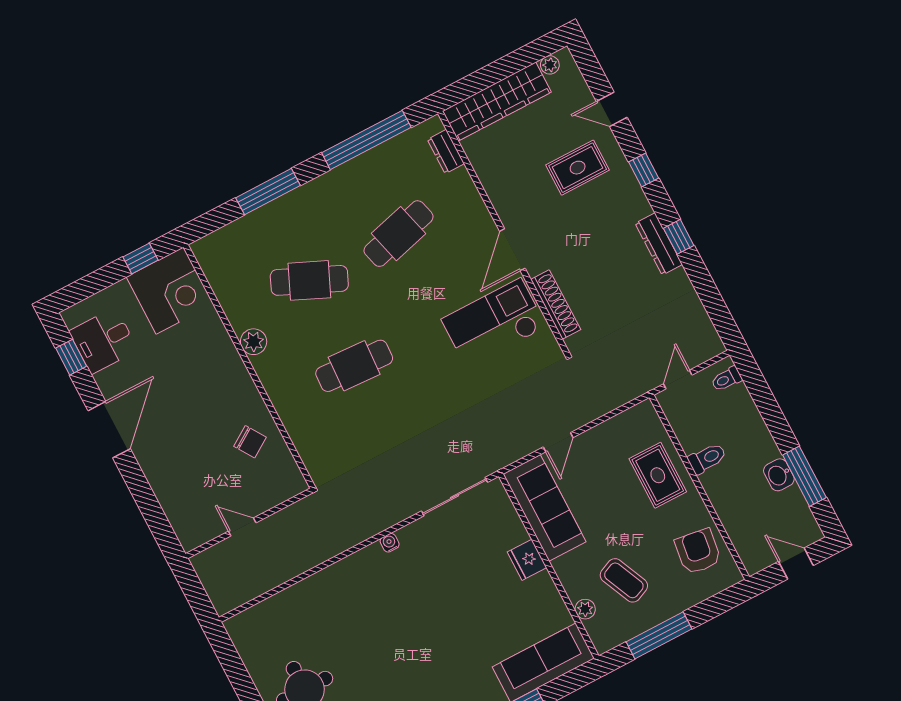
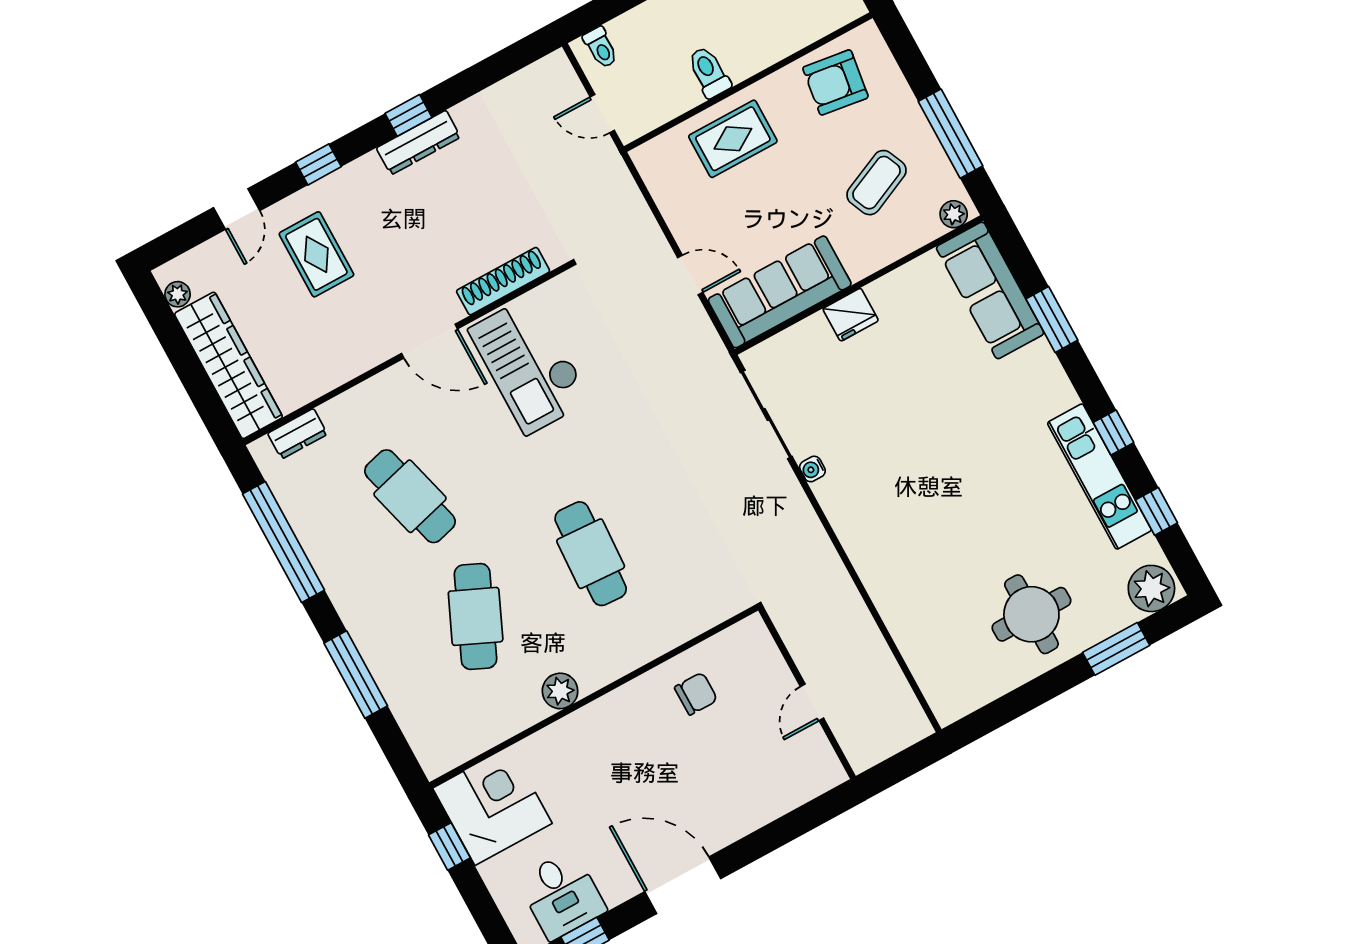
chair: (250, 442) -> (696, 694), turned 33
water cooler: (390, 543) -> (812, 469), moved
plant: (585, 609) -> (954, 214), moved

